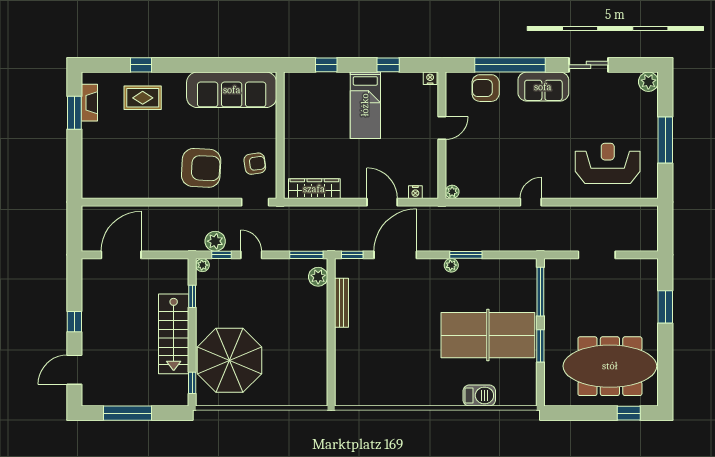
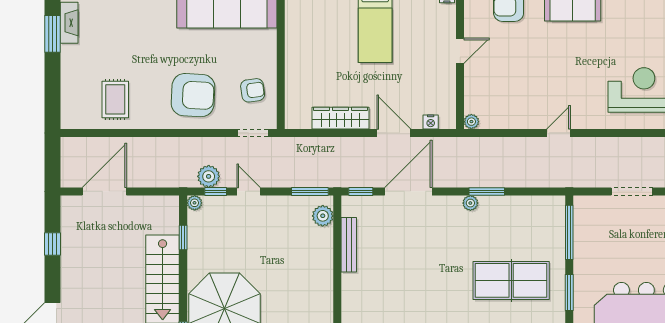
rug: (143, 98) -> (115, 99), moved, turned 90
wardrobe: (314, 189) -> (340, 118), moved
window: (74, 322) -> (52, 244), moved
table tennis table: (488, 335) -> (511, 280), width x0.73, depth x0.76

